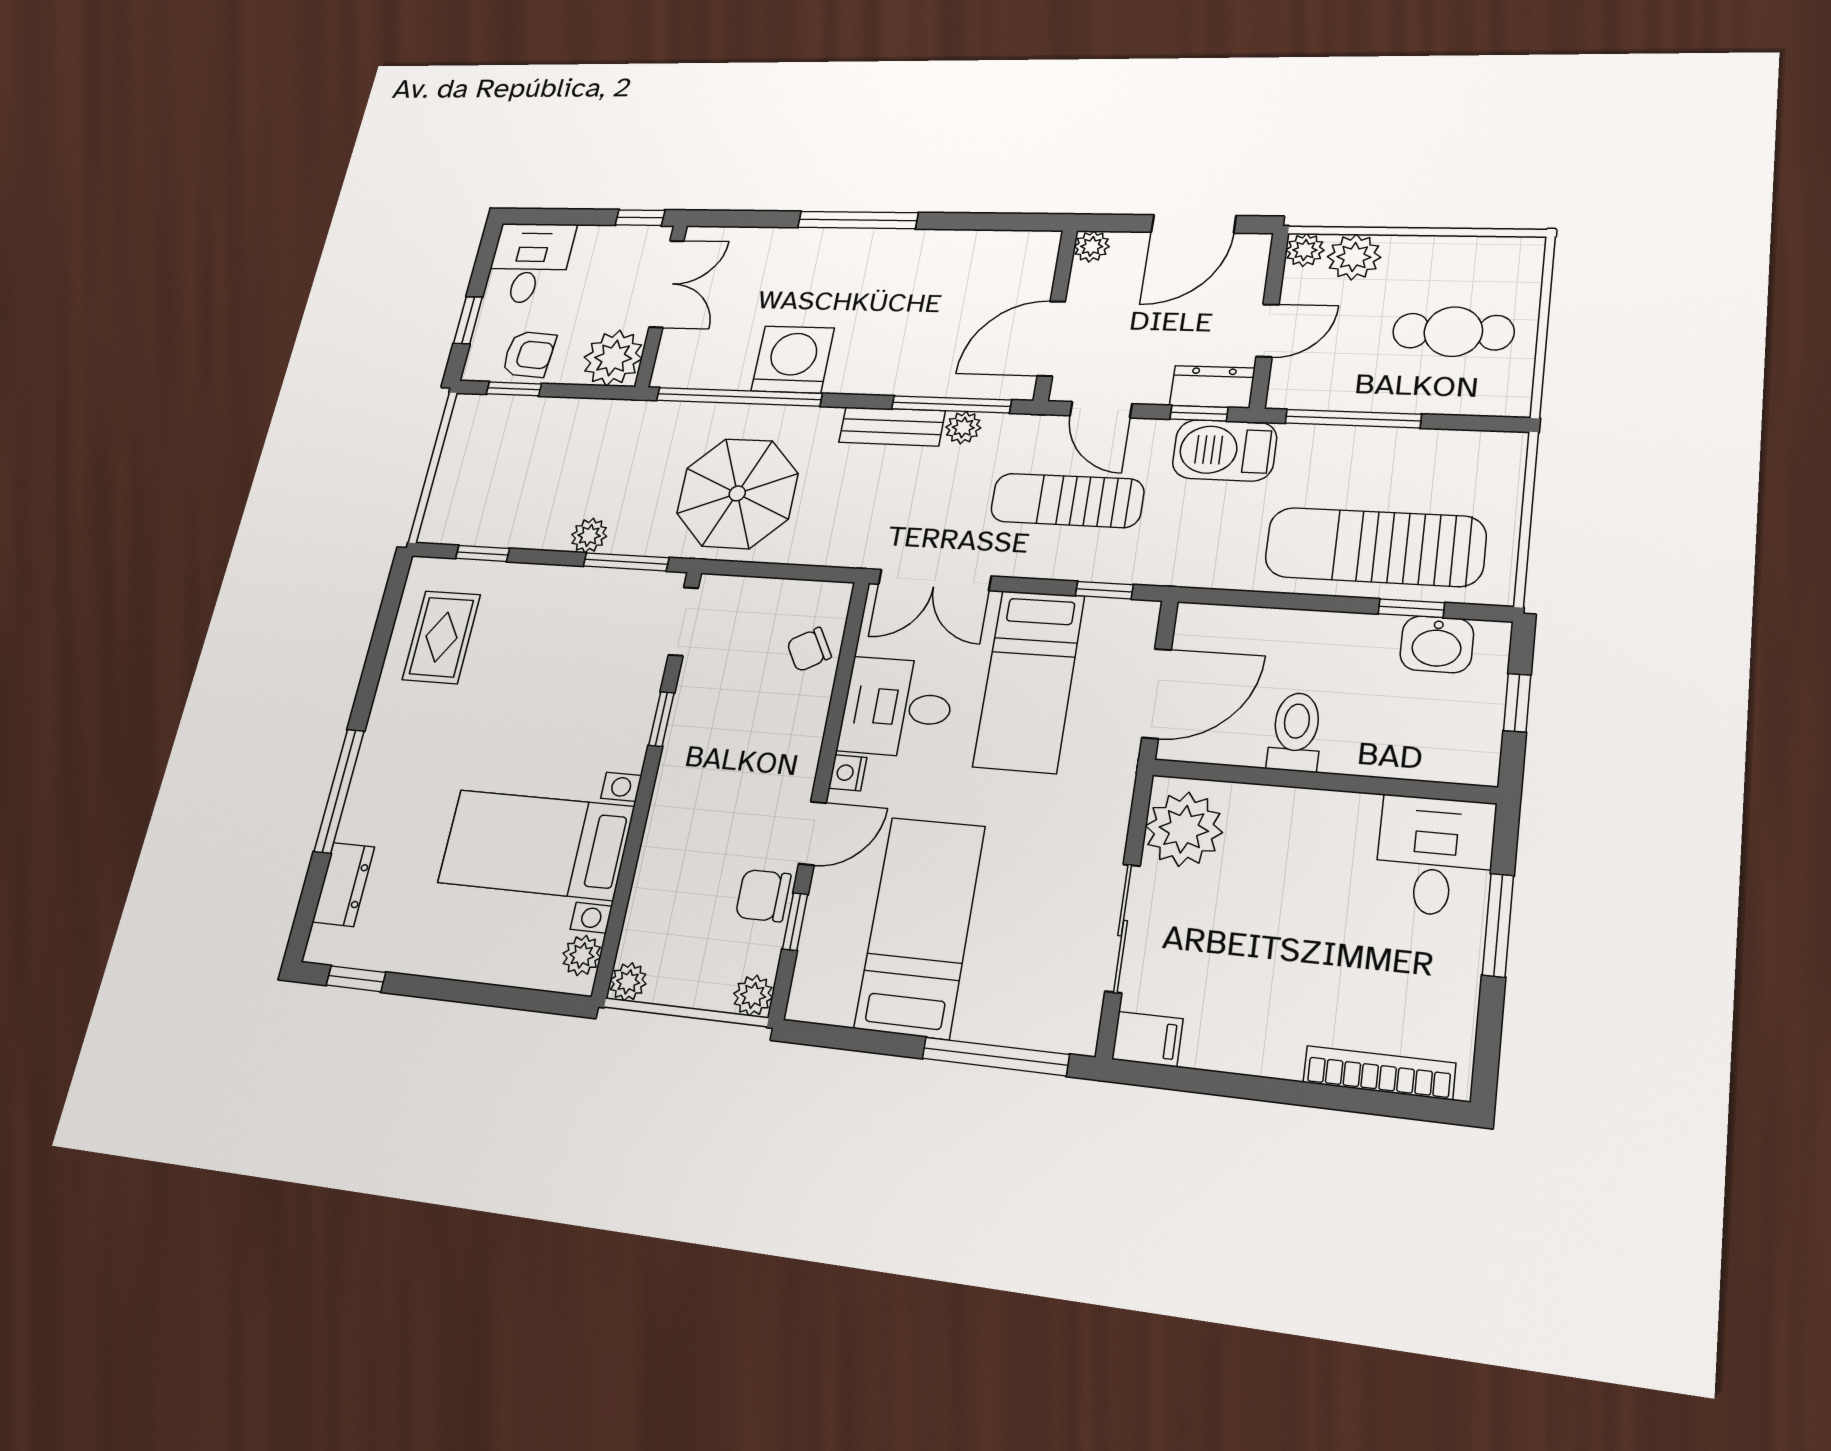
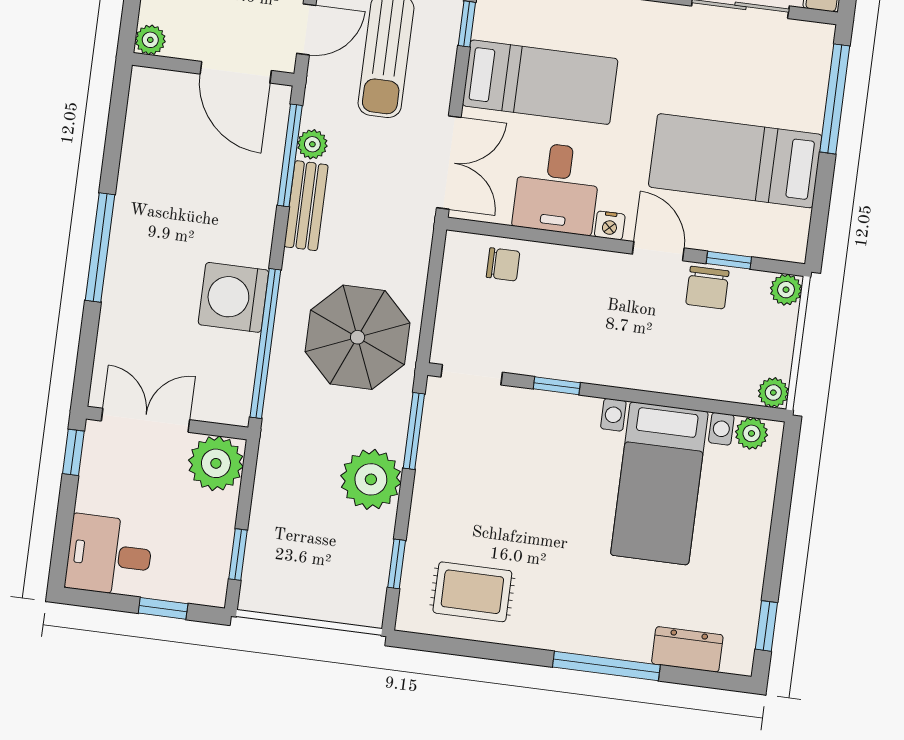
armchair: (529, 354) -> (204, 544), removed
plant: (589, 535) -> (371, 479), width x1.88, depth x1.88
chair: (809, 650) -> (503, 264), turned -60

